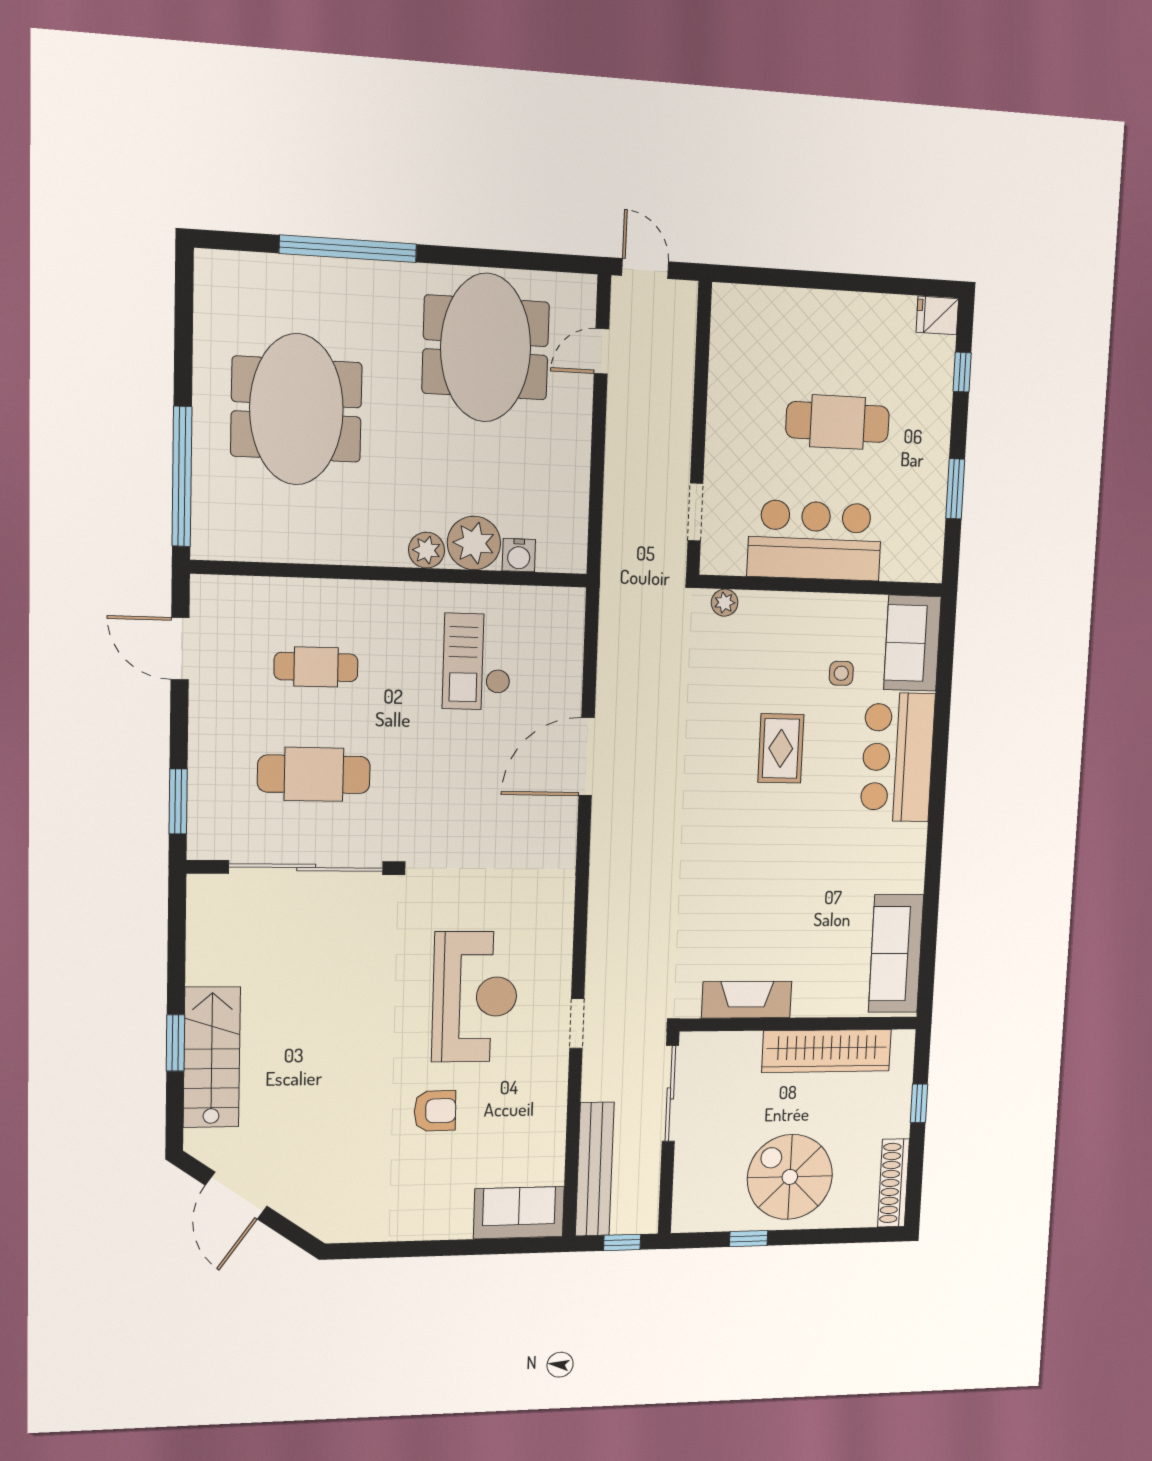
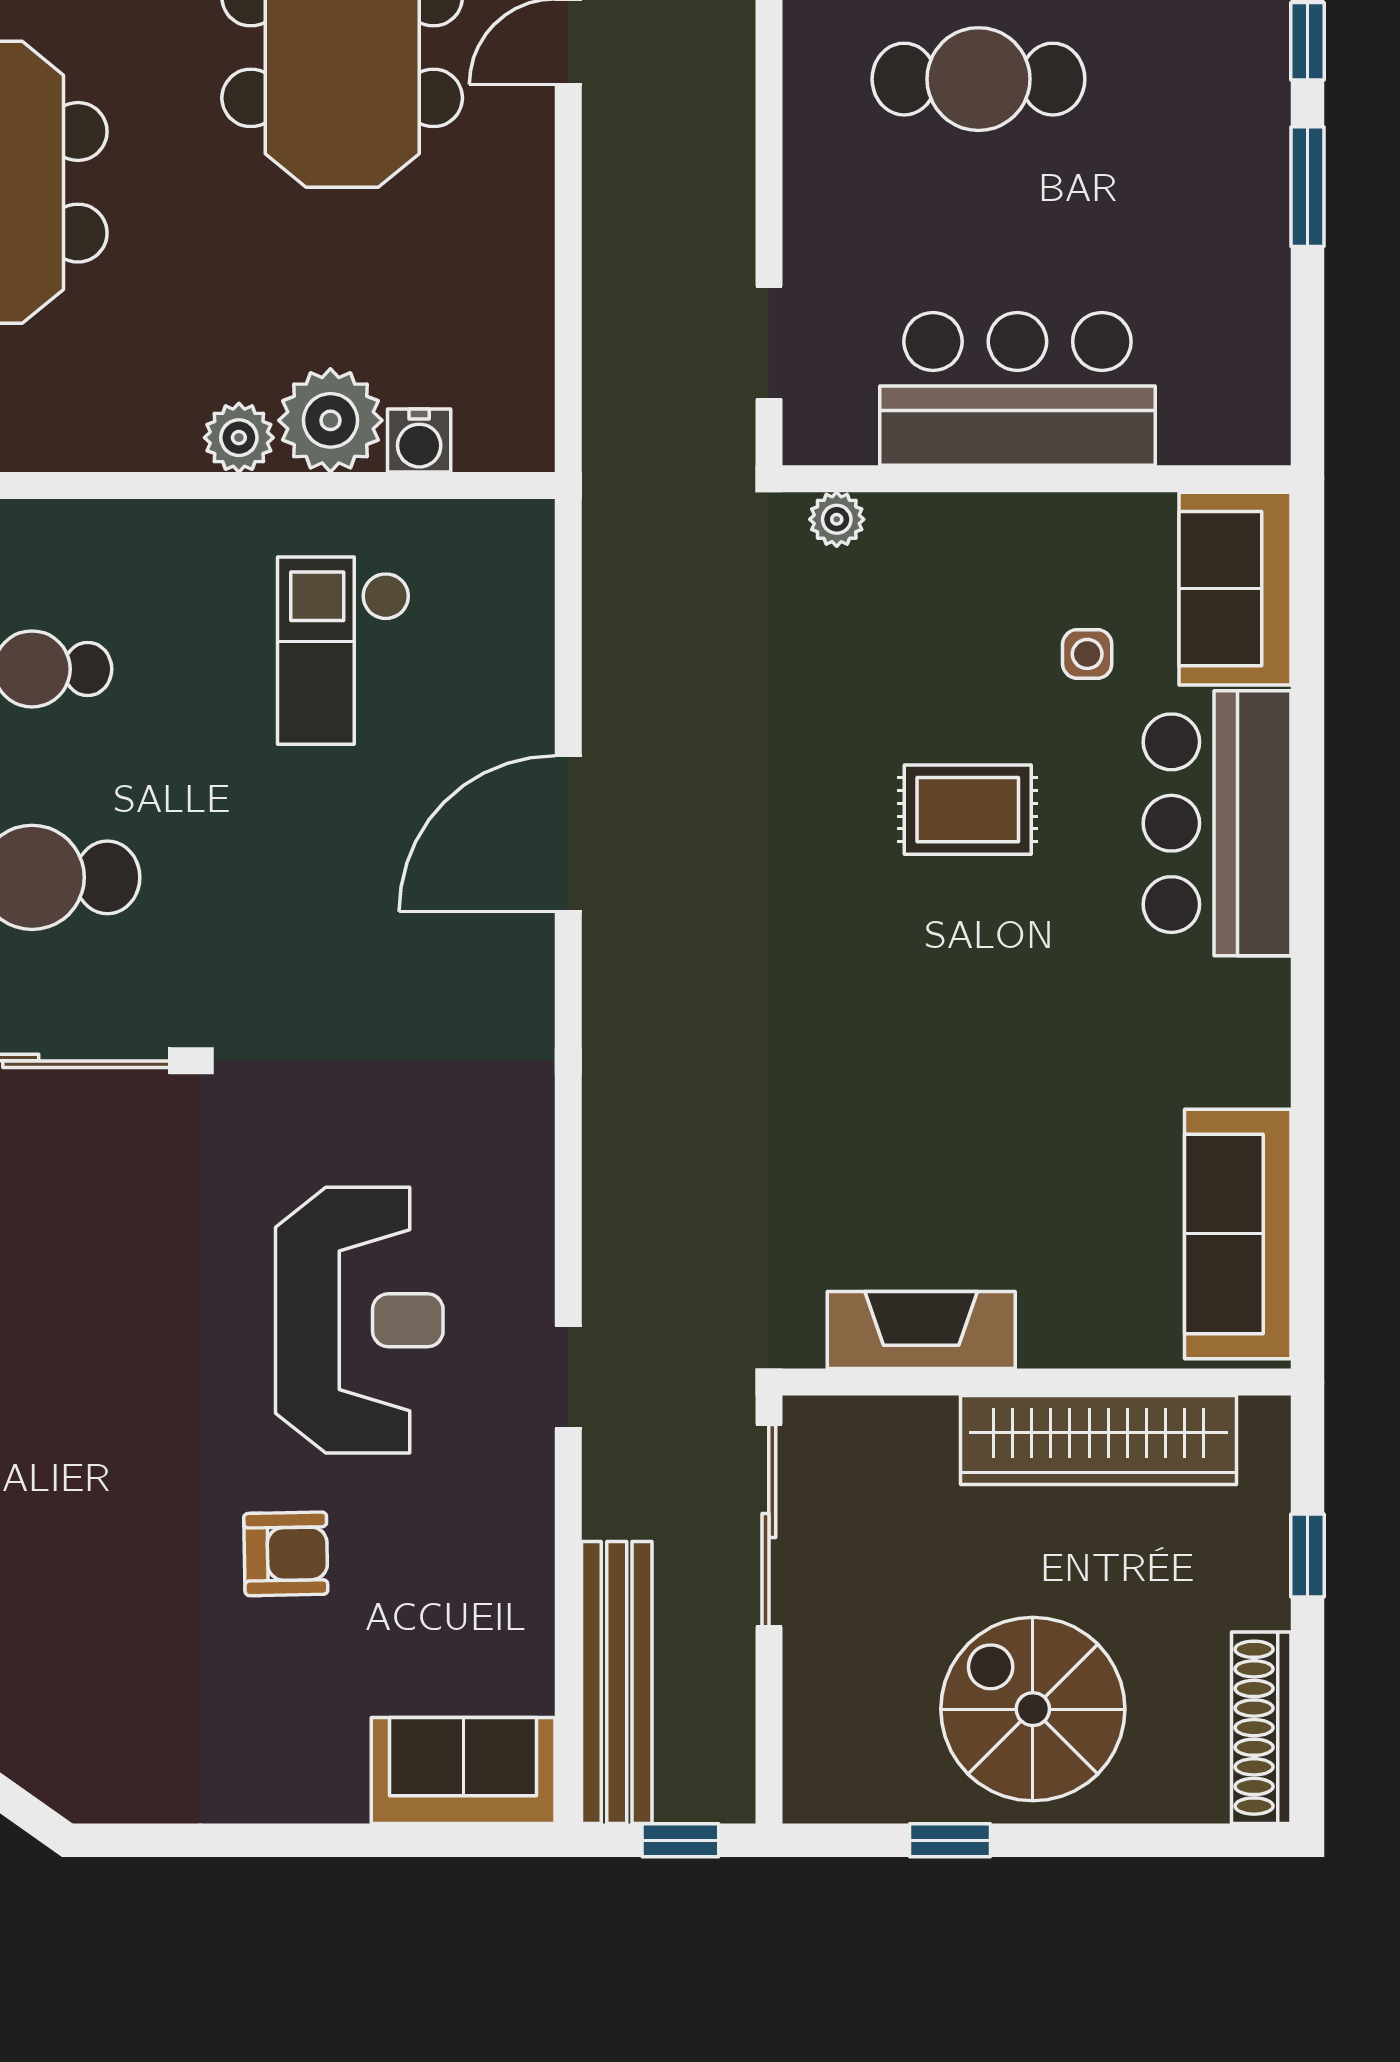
cafe table: (838, 422) -> (978, 79), moved
window: (955, 489) -> (1307, 187), moved
rug: (781, 748) -> (968, 810), turned 90

